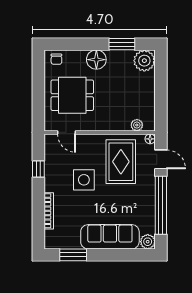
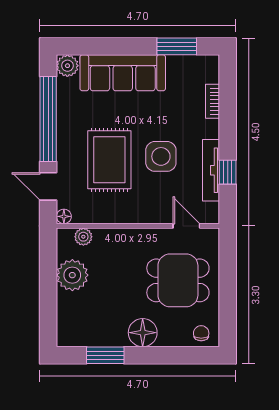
plant: (144, 61) -> (72, 275), moved
rug: (121, 162) -> (109, 160), moved
tv unit: (50, 170) -> (211, 170), added
bookcase: (49, 211) -> (212, 101), width x0.64

